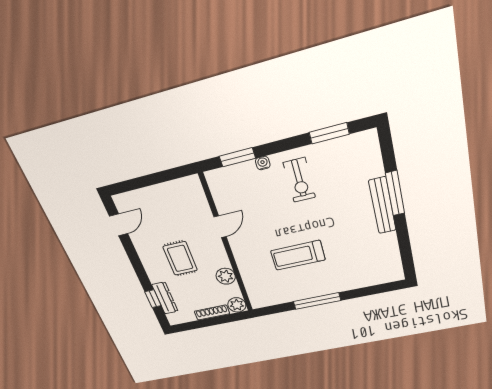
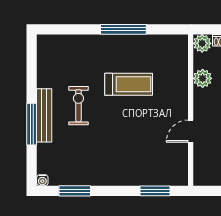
water cooler: (263, 163) -> (42, 180), moved
exercise bike: (299, 180) -> (78, 106), moved

